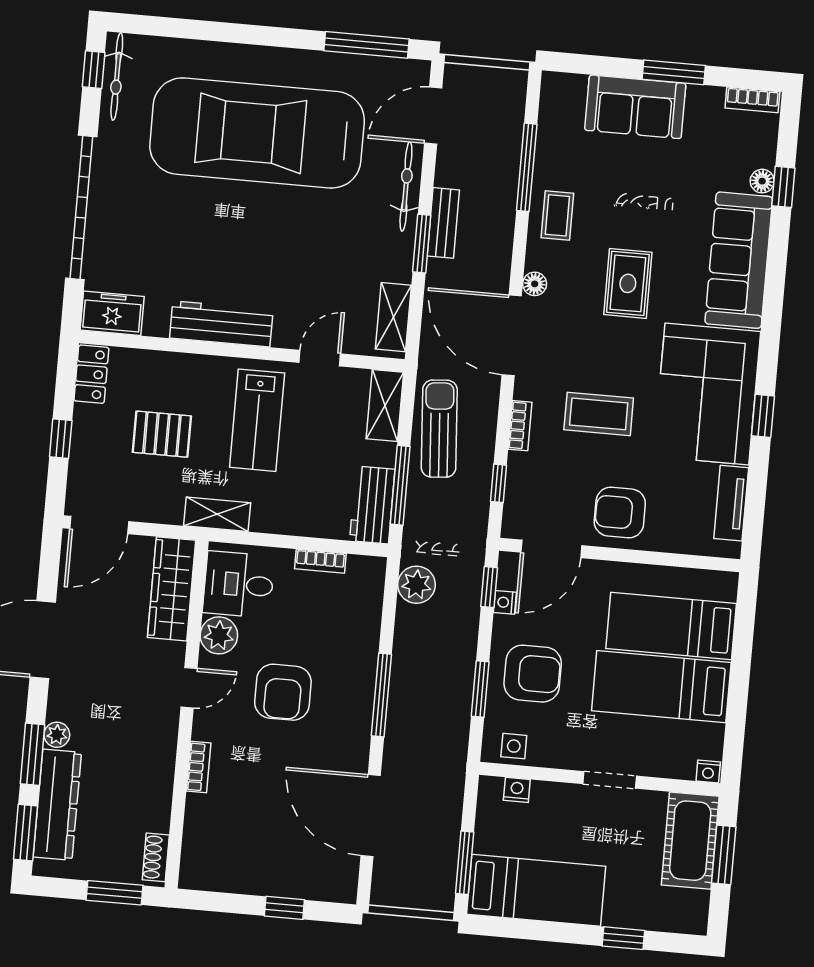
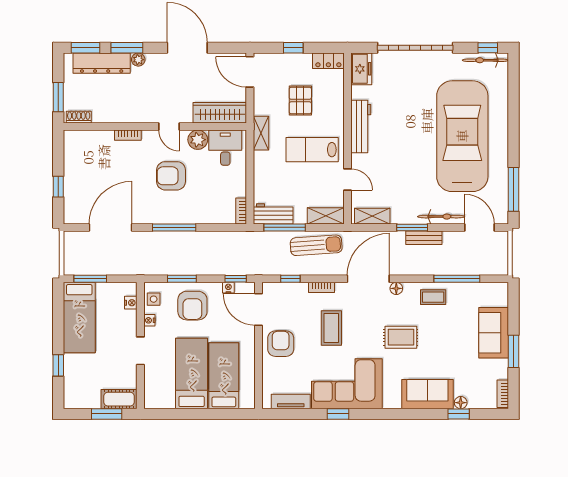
sofa: (739, 260) -> (427, 394), width x0.73
bookcase: (320, 561) -> (241, 211), moved
plant: (417, 585) -> (233, 241), removed
nightstand: (708, 771) -> (149, 320), moved
cot: (690, 841) -> (119, 399), width x0.73, depth x0.75

